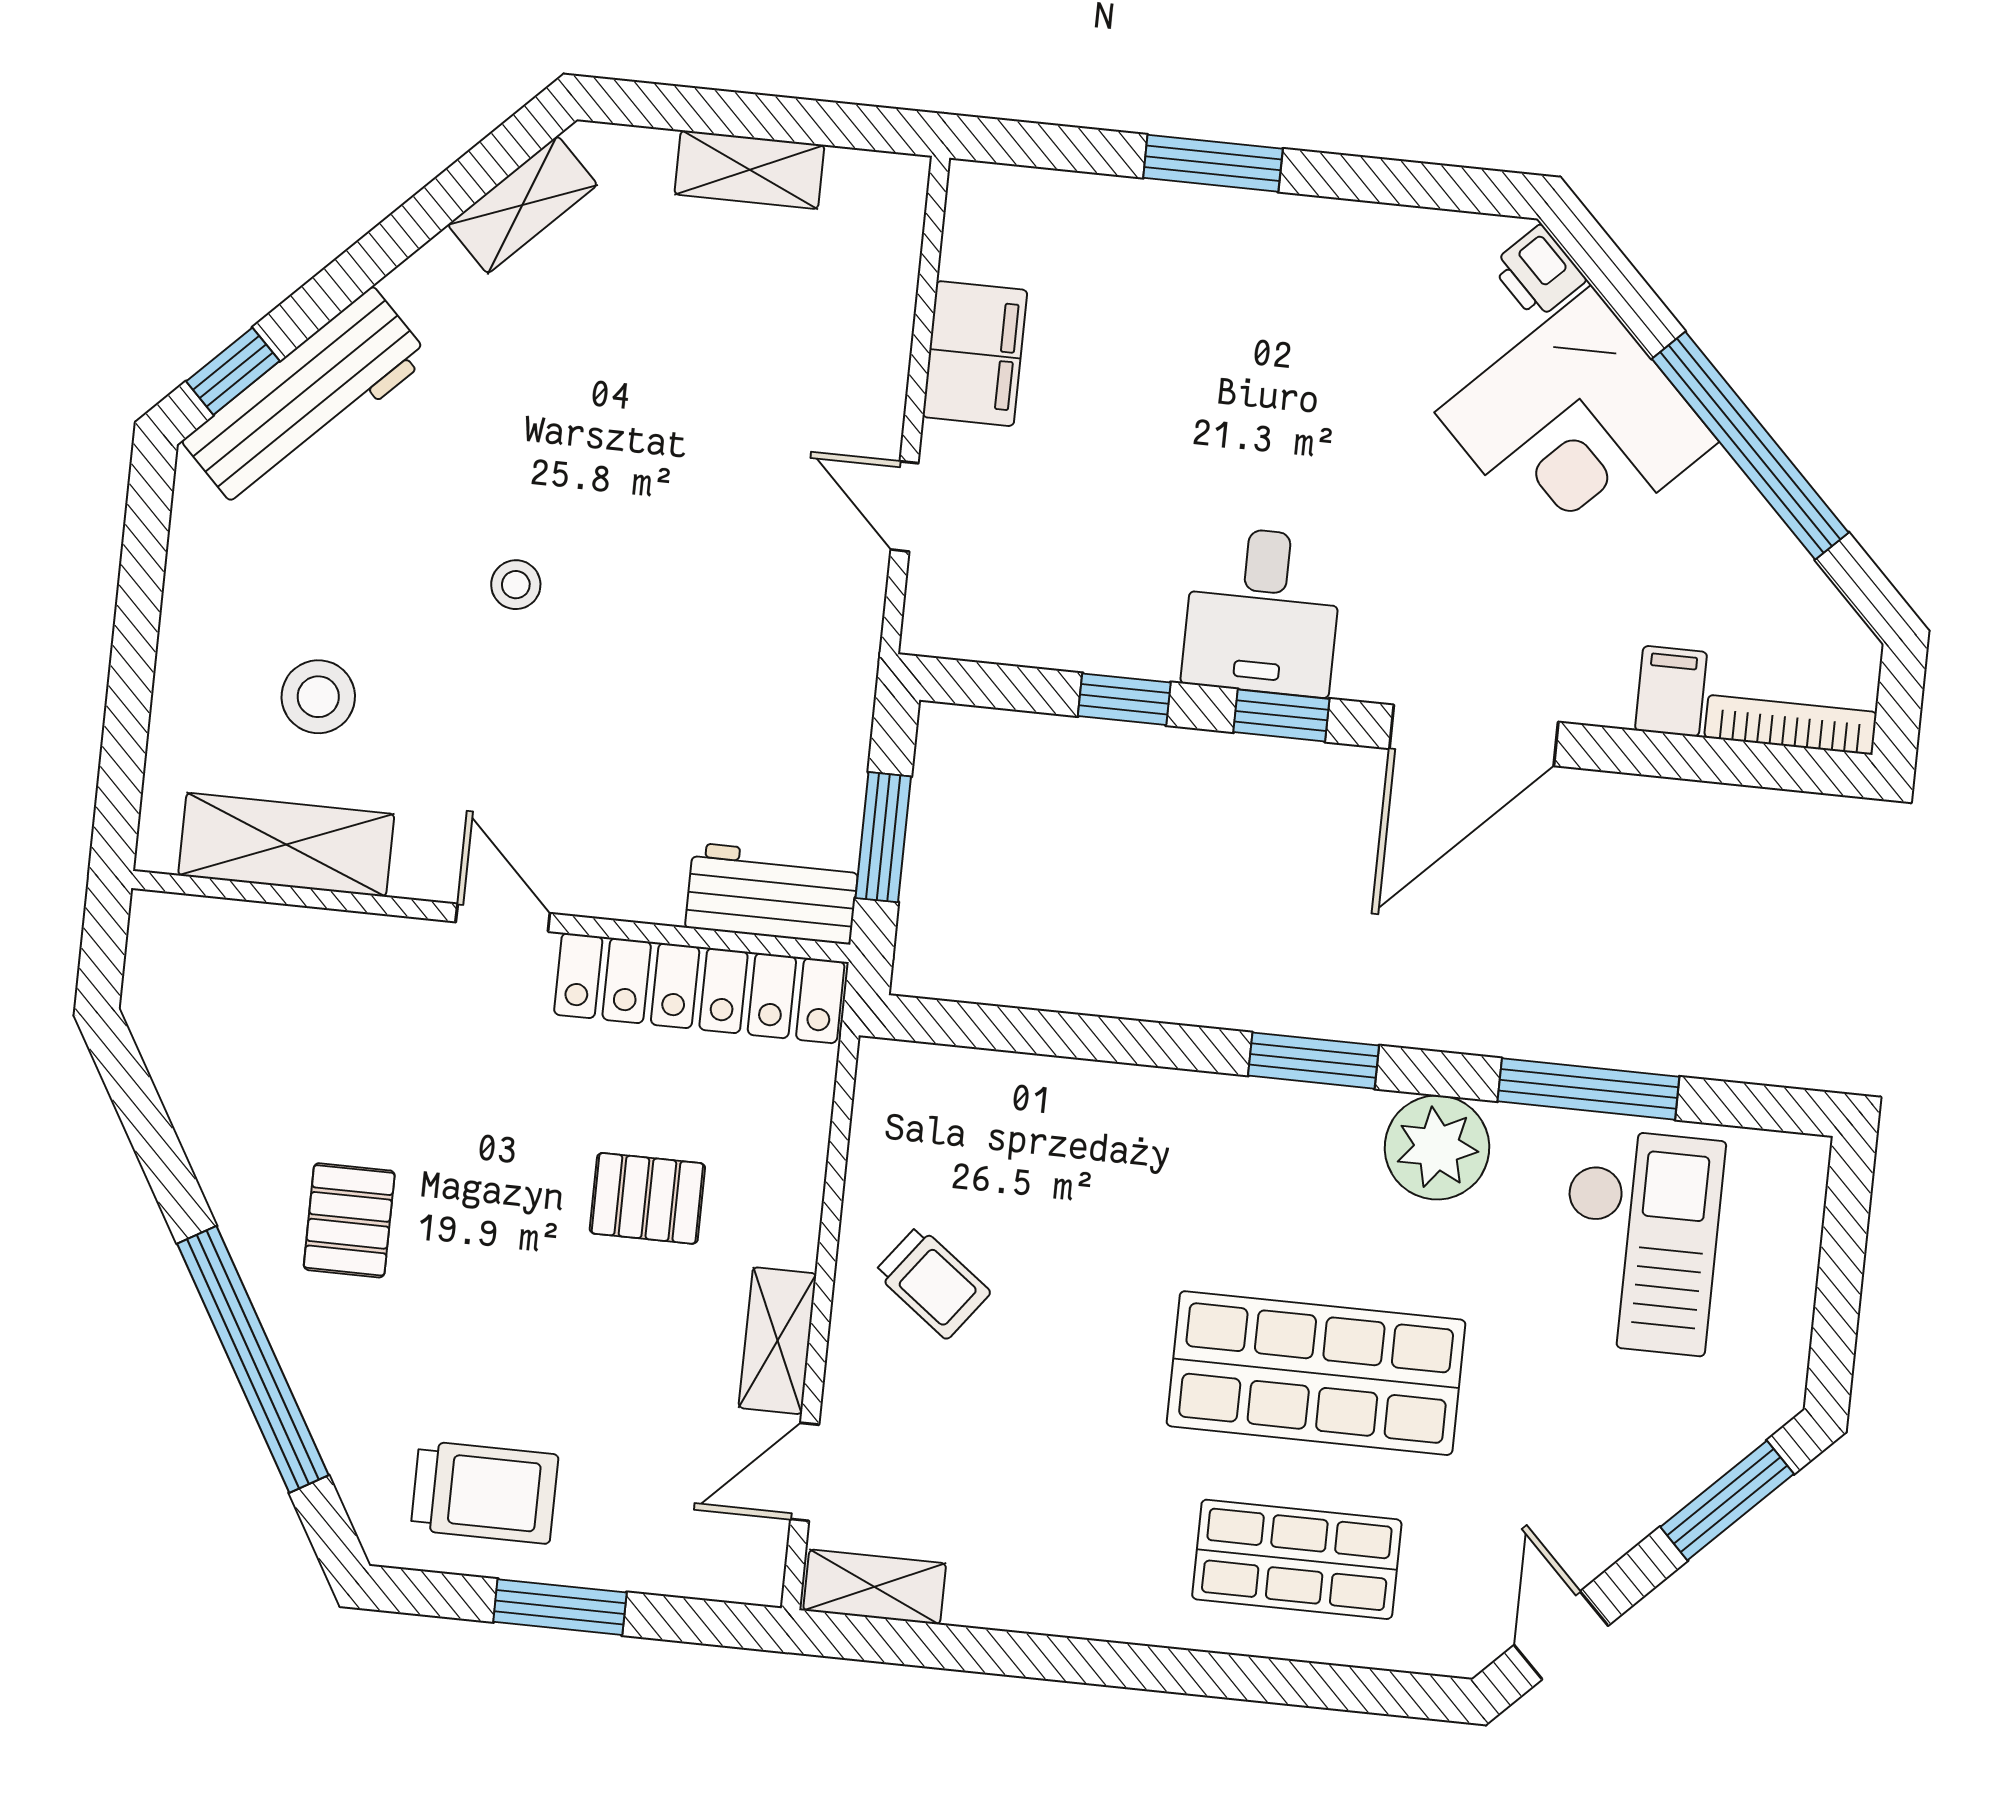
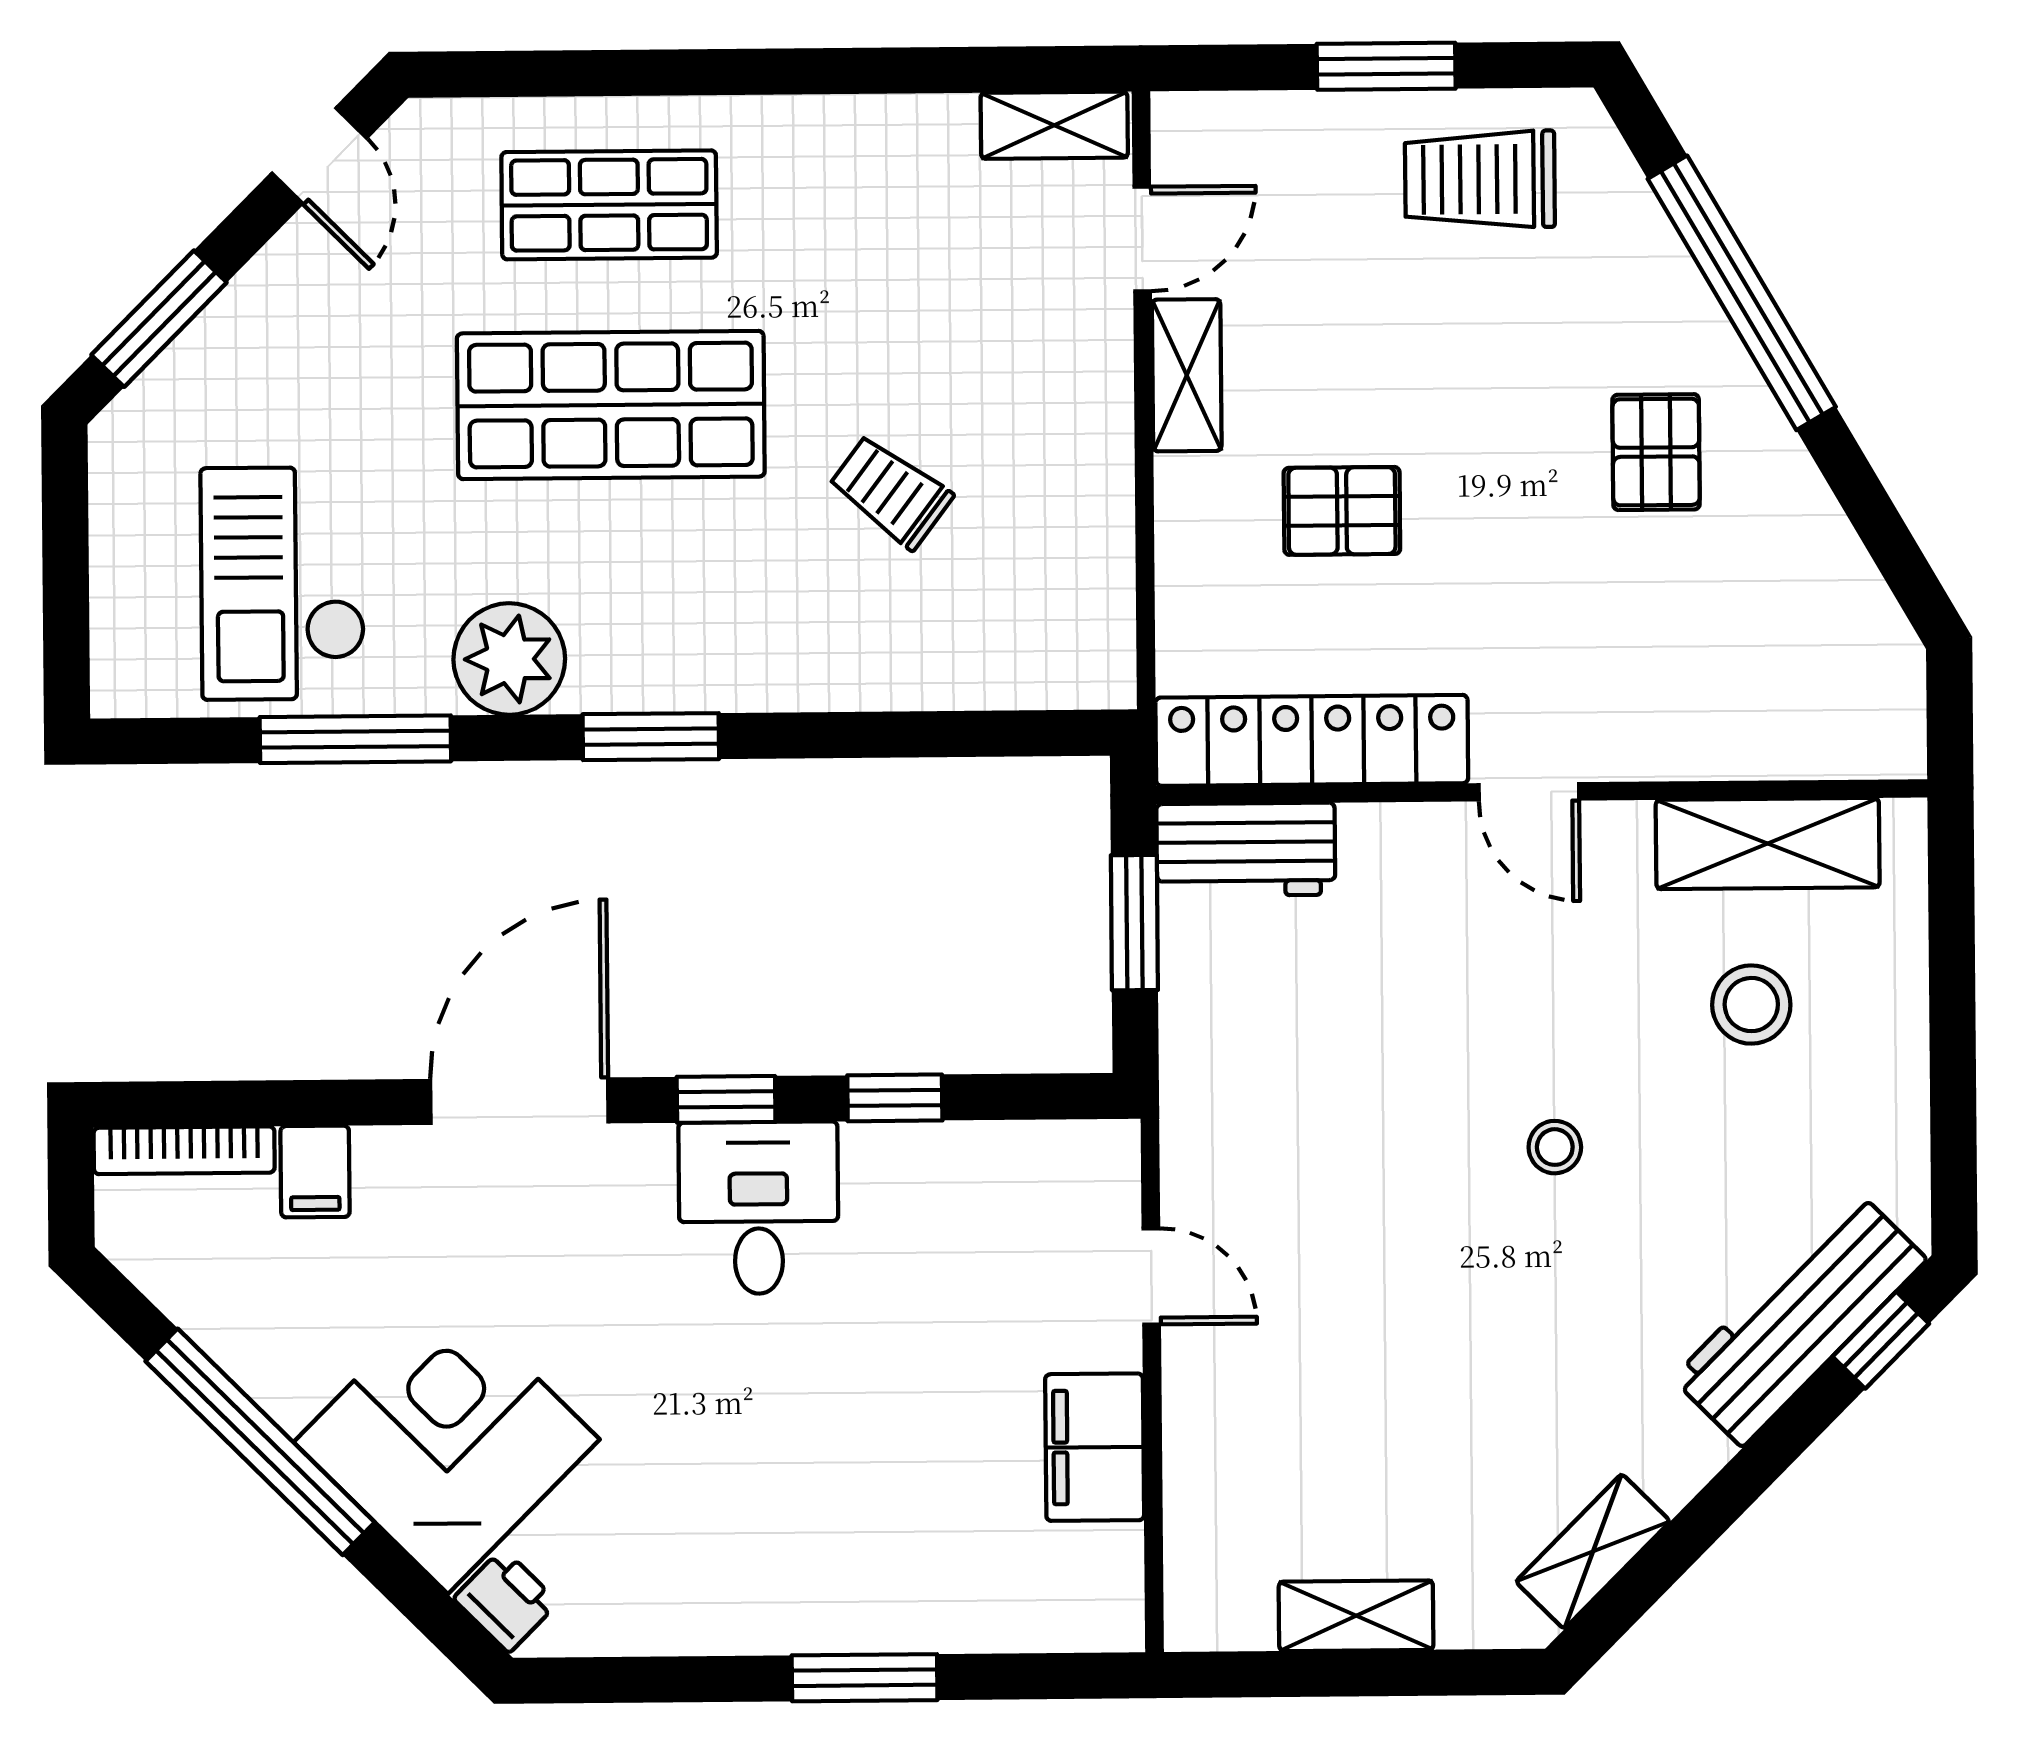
trolley: (933, 1282) -> (891, 492), moved

